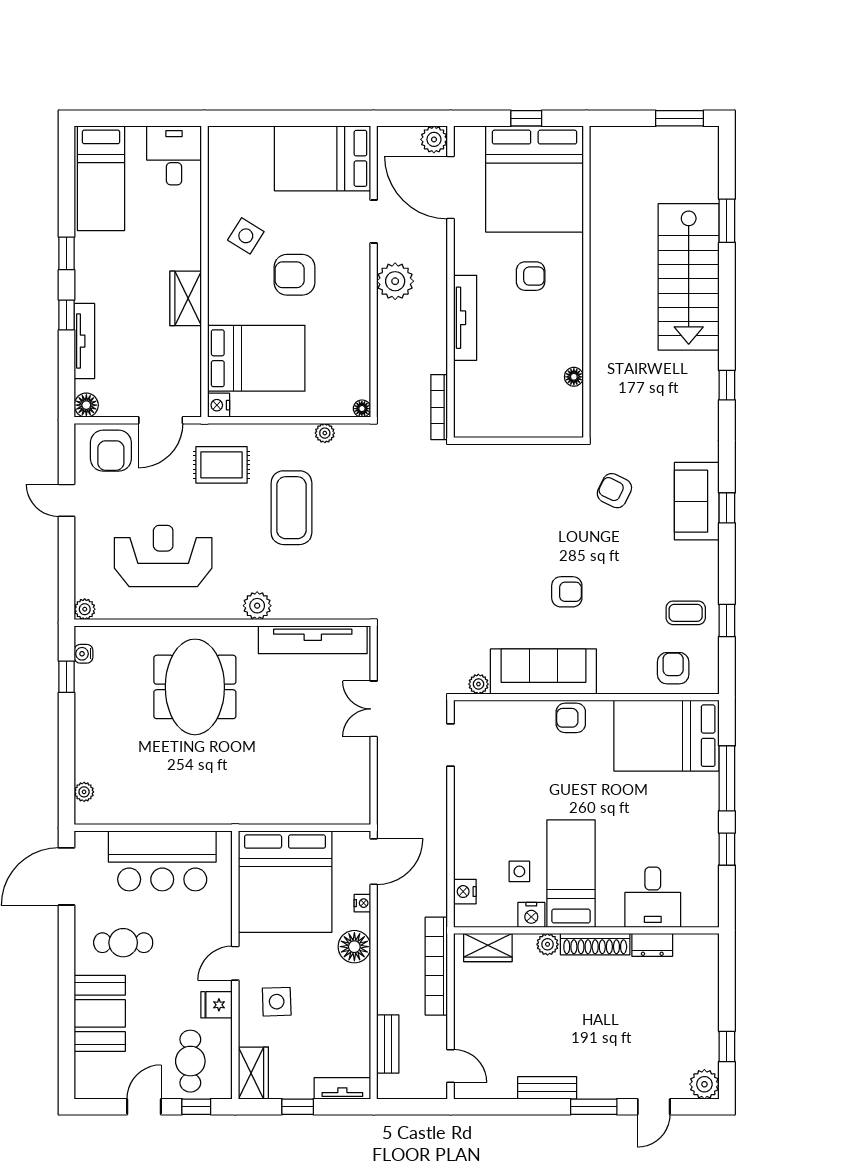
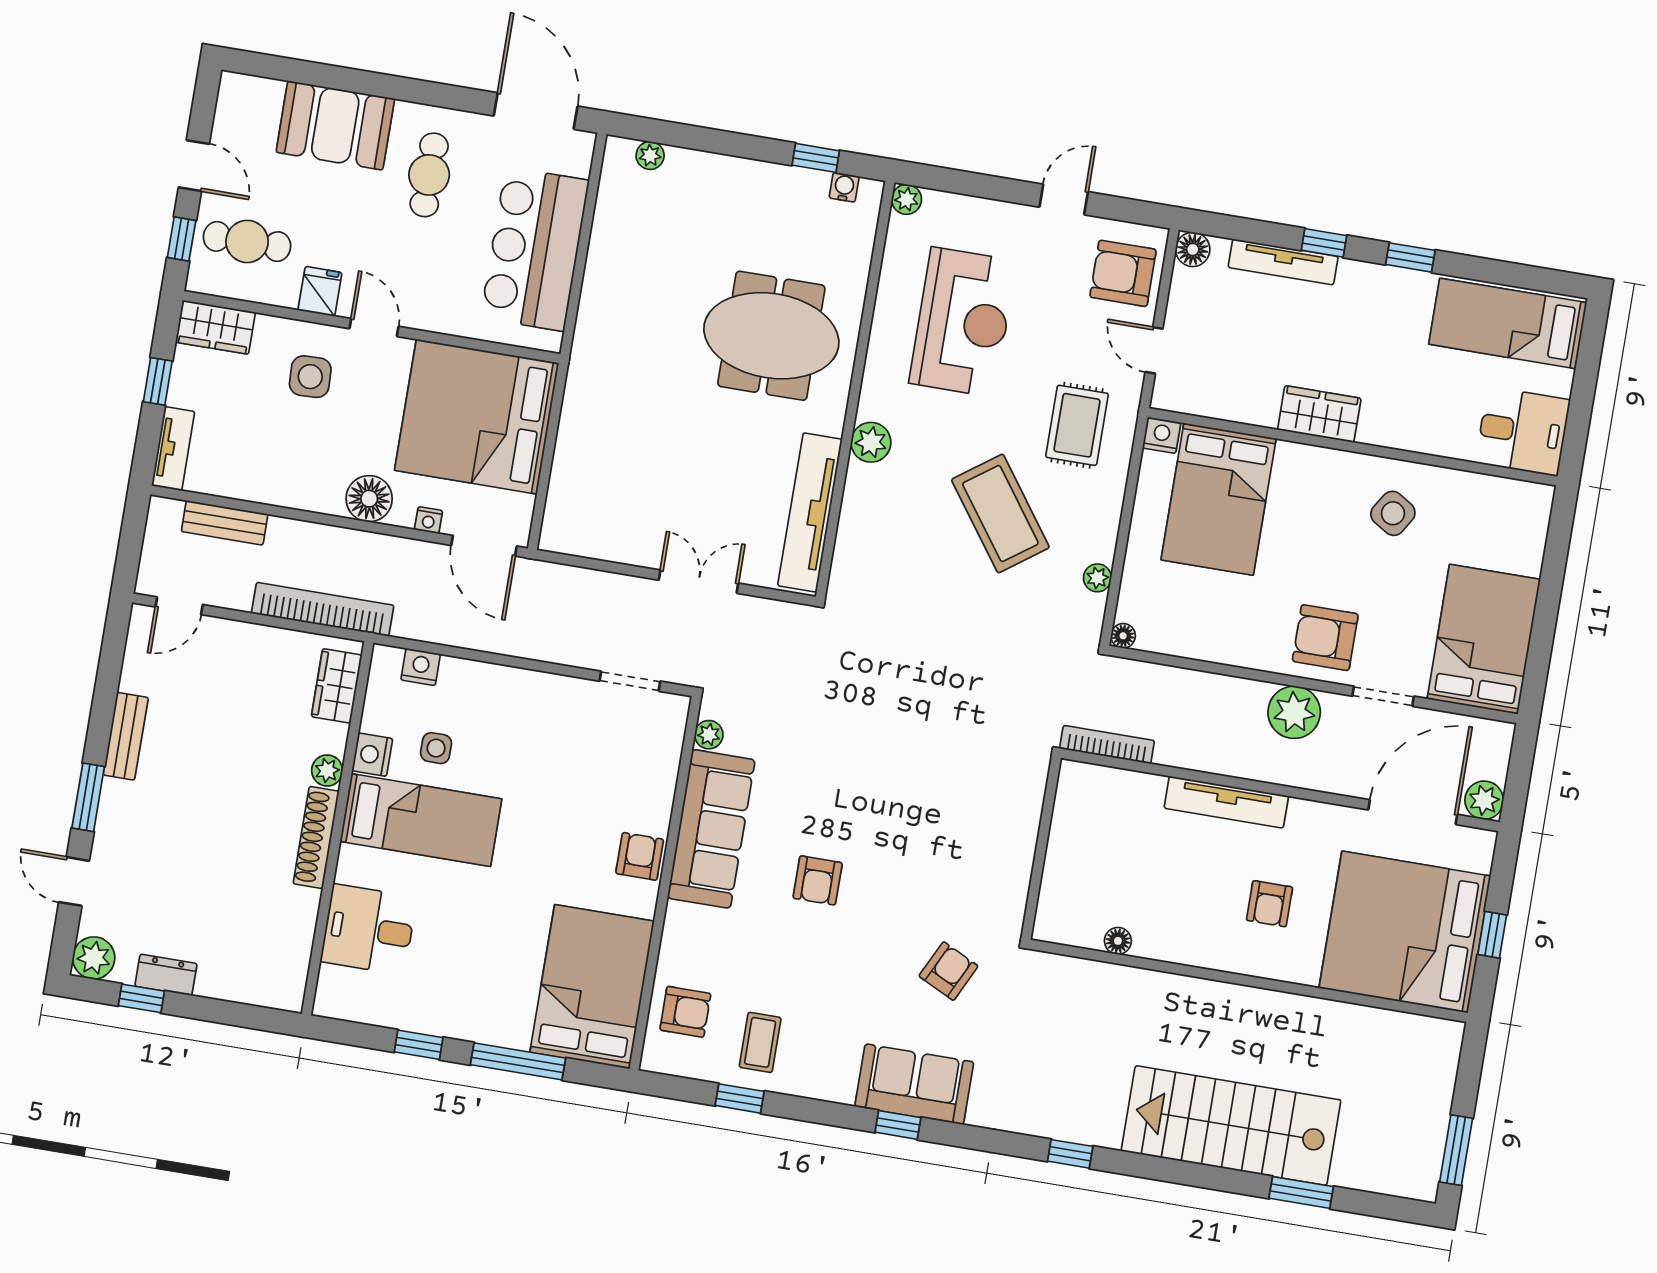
armchair: (294, 275) -> (1325, 638), moved, turned -90
door: (161, 420) -> (1154, 350), width x0.73
coffee table: (291, 508) -> (1000, 514), turned 54
dresser: (652, 945) -> (166, 975), moved, turned 90

